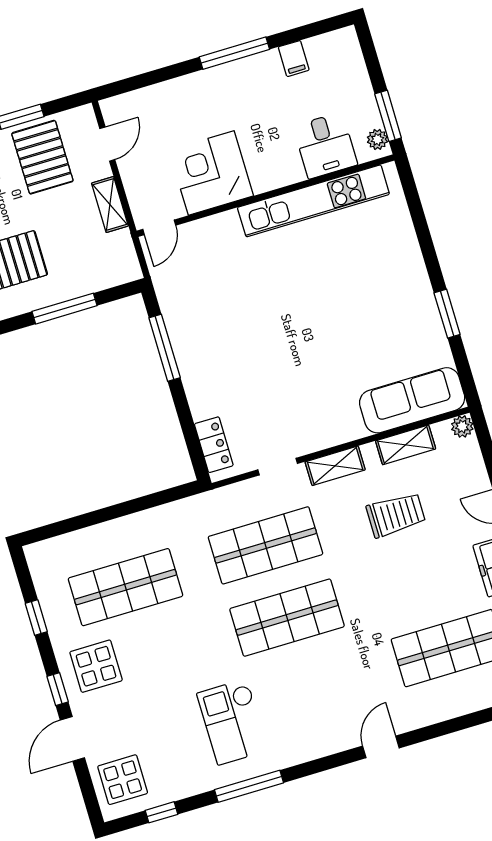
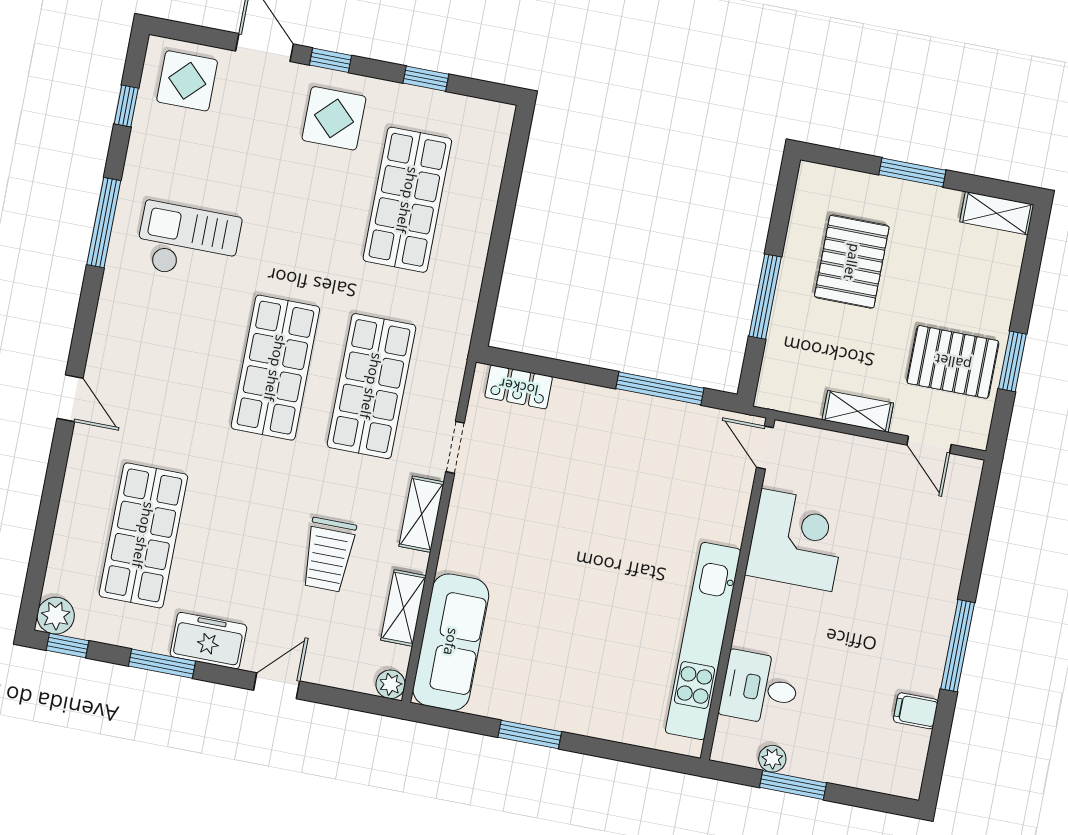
desk: (325, 145) -> (760, 688), moved
corner desk: (211, 173) -> (796, 540), moved
wall: (266, 196) -> (738, 589), moved
kitchen unit: (313, 201) -> (703, 641), moved
door: (159, 227) -> (765, 448), moved

